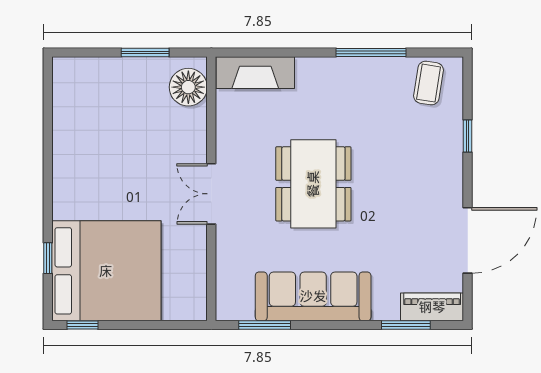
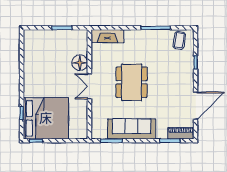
floor lamp: (188, 87) -> (80, 63), moved

